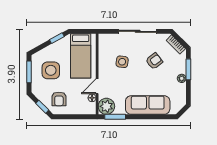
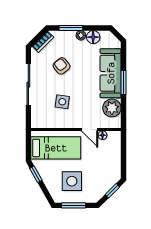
floor lamp: (180, 90) -> (93, 37), added
armchair: (59, 99) -> (104, 172), removed
plant: (106, 106) -> (112, 108), moved
window: (115, 117) -> (124, 82), moved

